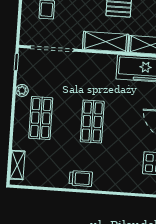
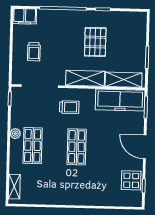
plant: (22, 90) -> (15, 134), moved
trolley: (81, 178) -> (69, 107), moved

